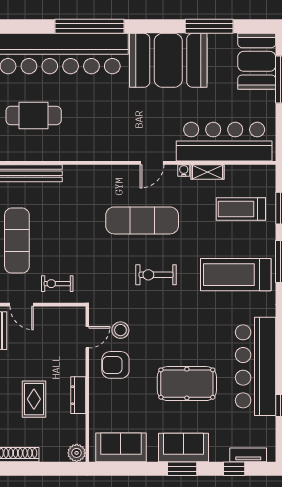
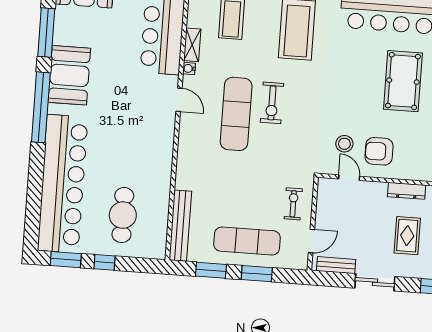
window: (89, 26) -> (41, 107), moved
booth: (168, 60) -> (69, 75), width x0.73, depth x0.70
exercise bike: (156, 275) -> (272, 103), moved
exercise bike: (57, 284) -> (293, 204), turned 180
armchair: (115, 365) -> (379, 151), turned 90
rug: (34, 399) -> (407, 236), turned 90

